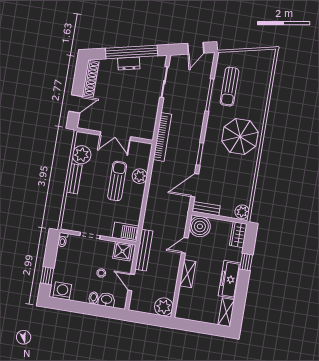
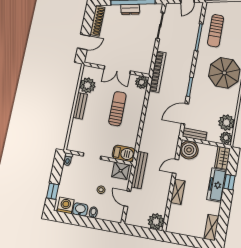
plant: (140, 176) -> (142, 82), moved
plant: (243, 194) -> (226, 123), added
freezer: (229, 279) -> (217, 185), moved
washbasin: (107, 300) -> (80, 209), moved

